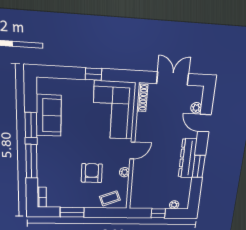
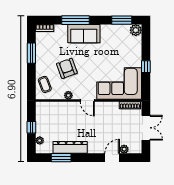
plant: (44, 85) -> (136, 30), added
sofa: (49, 115) -> (84, 34), moved
window: (31, 125) -> (122, 20), moved
dresser: (188, 158) -> (70, 147), moved
window: (199, 166) -> (61, 158), moved
armchair: (92, 173) -> (67, 68), turned -110

